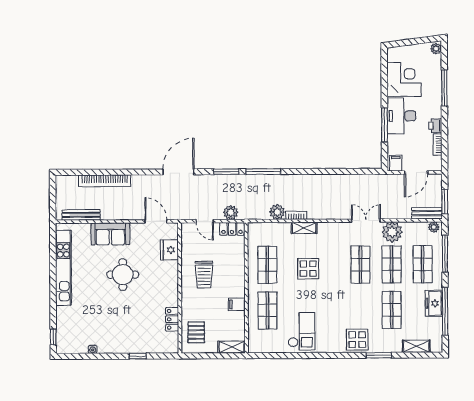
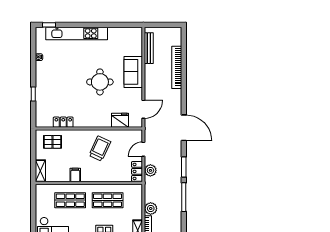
kitchen unit: (63, 268) -> (77, 33), moved
trolley: (204, 275) -> (100, 148), turned 115

